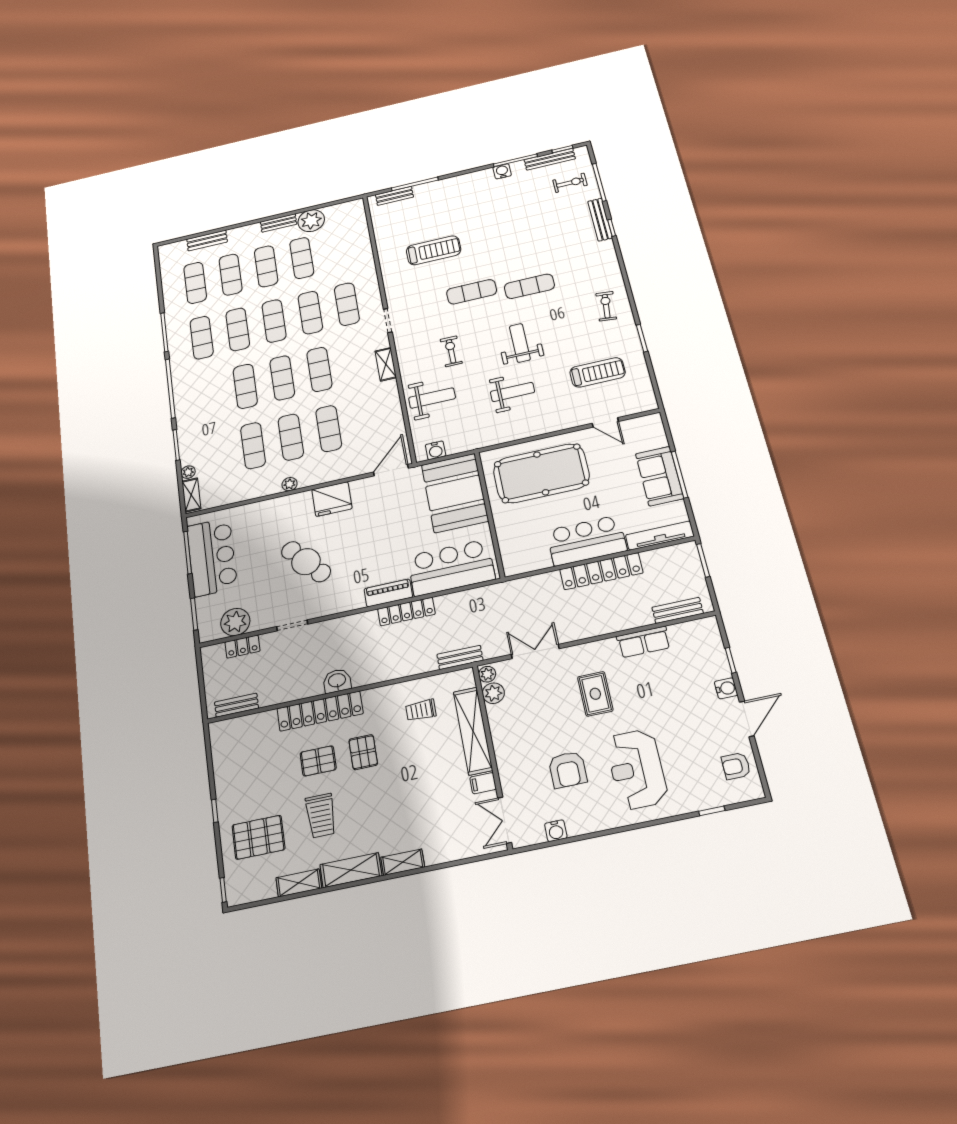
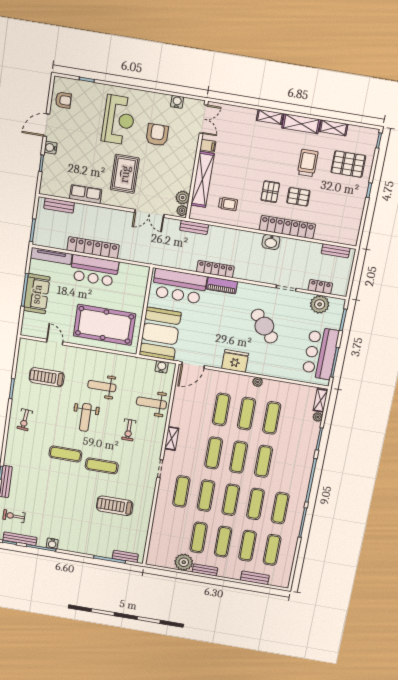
rug: (595, 694) -> (125, 174), width x1.36, depth x1.43

